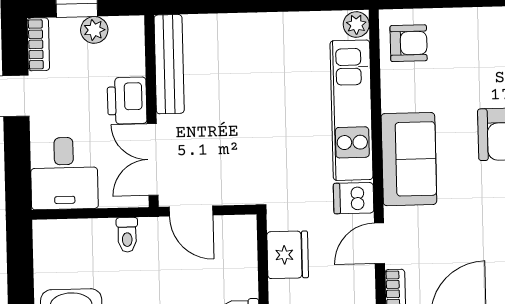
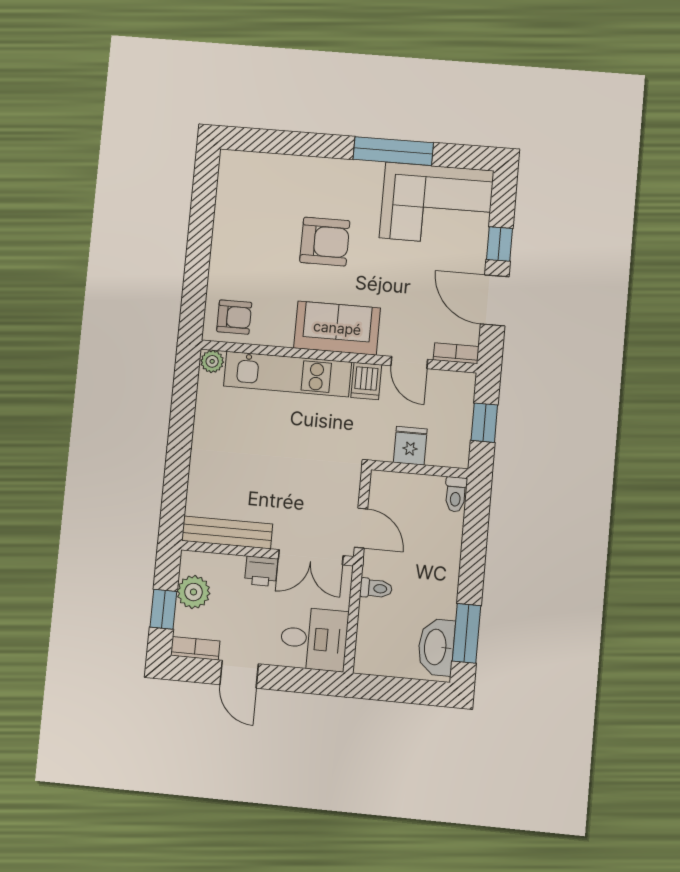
plant: (94, 30) -> (193, 592), width x1.38, depth x1.38
armchair: (409, 43) -> (234, 317), turned 90
printer: (127, 101) -> (261, 571), width x0.73, depth x0.81
door: (191, 211) -> (361, 528), hinge flipped
fridge: (288, 255) -> (410, 446), width x0.72

